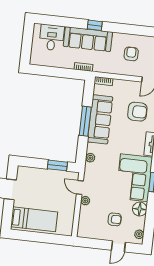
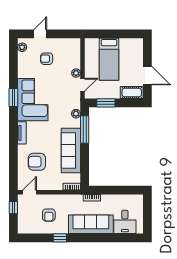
window: (95, 25) -> (60, 238), moved
window: (85, 121) -> (85, 129), moved
cot: (29, 173) -> (132, 93), added
door: (80, 187) -> (83, 85), hinge flipped
floor lamp: (140, 209) -> (24, 71), removed
bed: (34, 219) -> (109, 59), moved, turned -90

